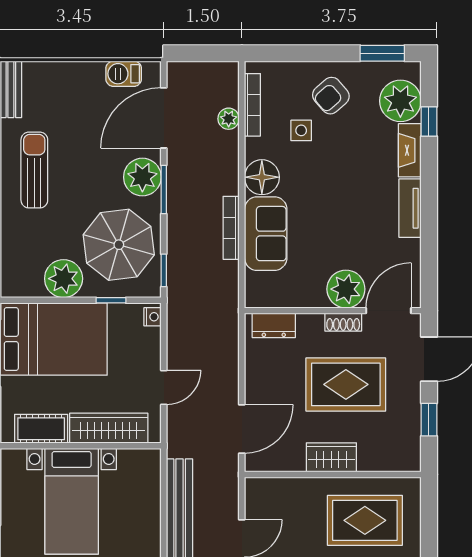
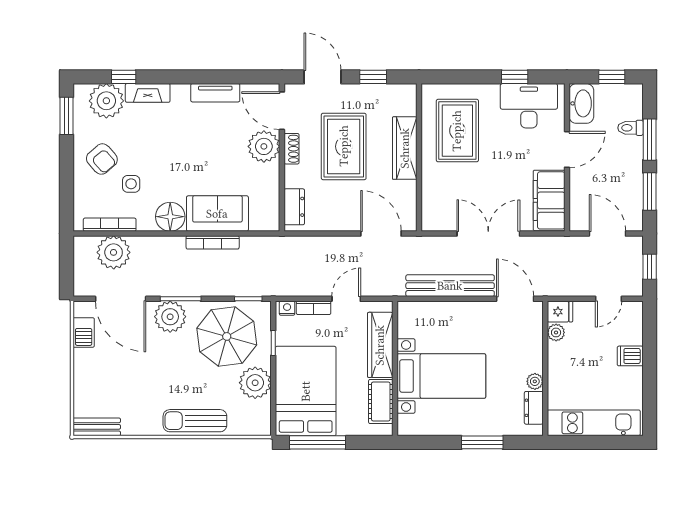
plant: (229, 119) -> (114, 252), width x1.88, depth x1.88
sun lounger: (34, 170) -> (195, 421), moved
tv unit: (410, 208) -> (215, 93), moved
bookcase: (153, 348) -> (314, 308), added
door: (164, 387) -> (346, 299), hinge flipped
wardrobe: (331, 457) -> (405, 148), width x1.50

